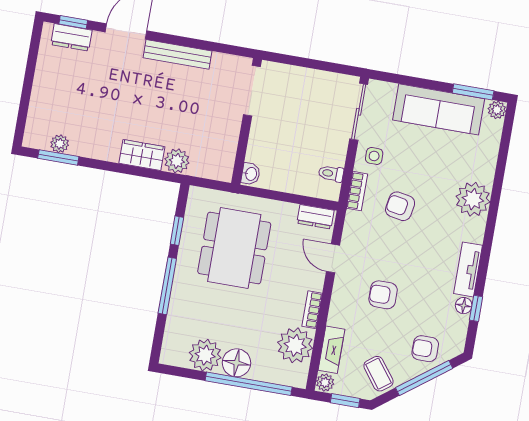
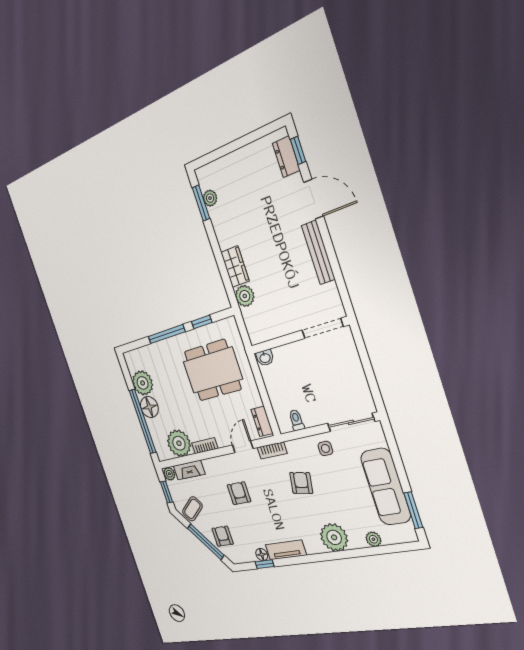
plant: (497, 110) -> (373, 539), moved
bookcase: (357, 191) -> (272, 450), moved

